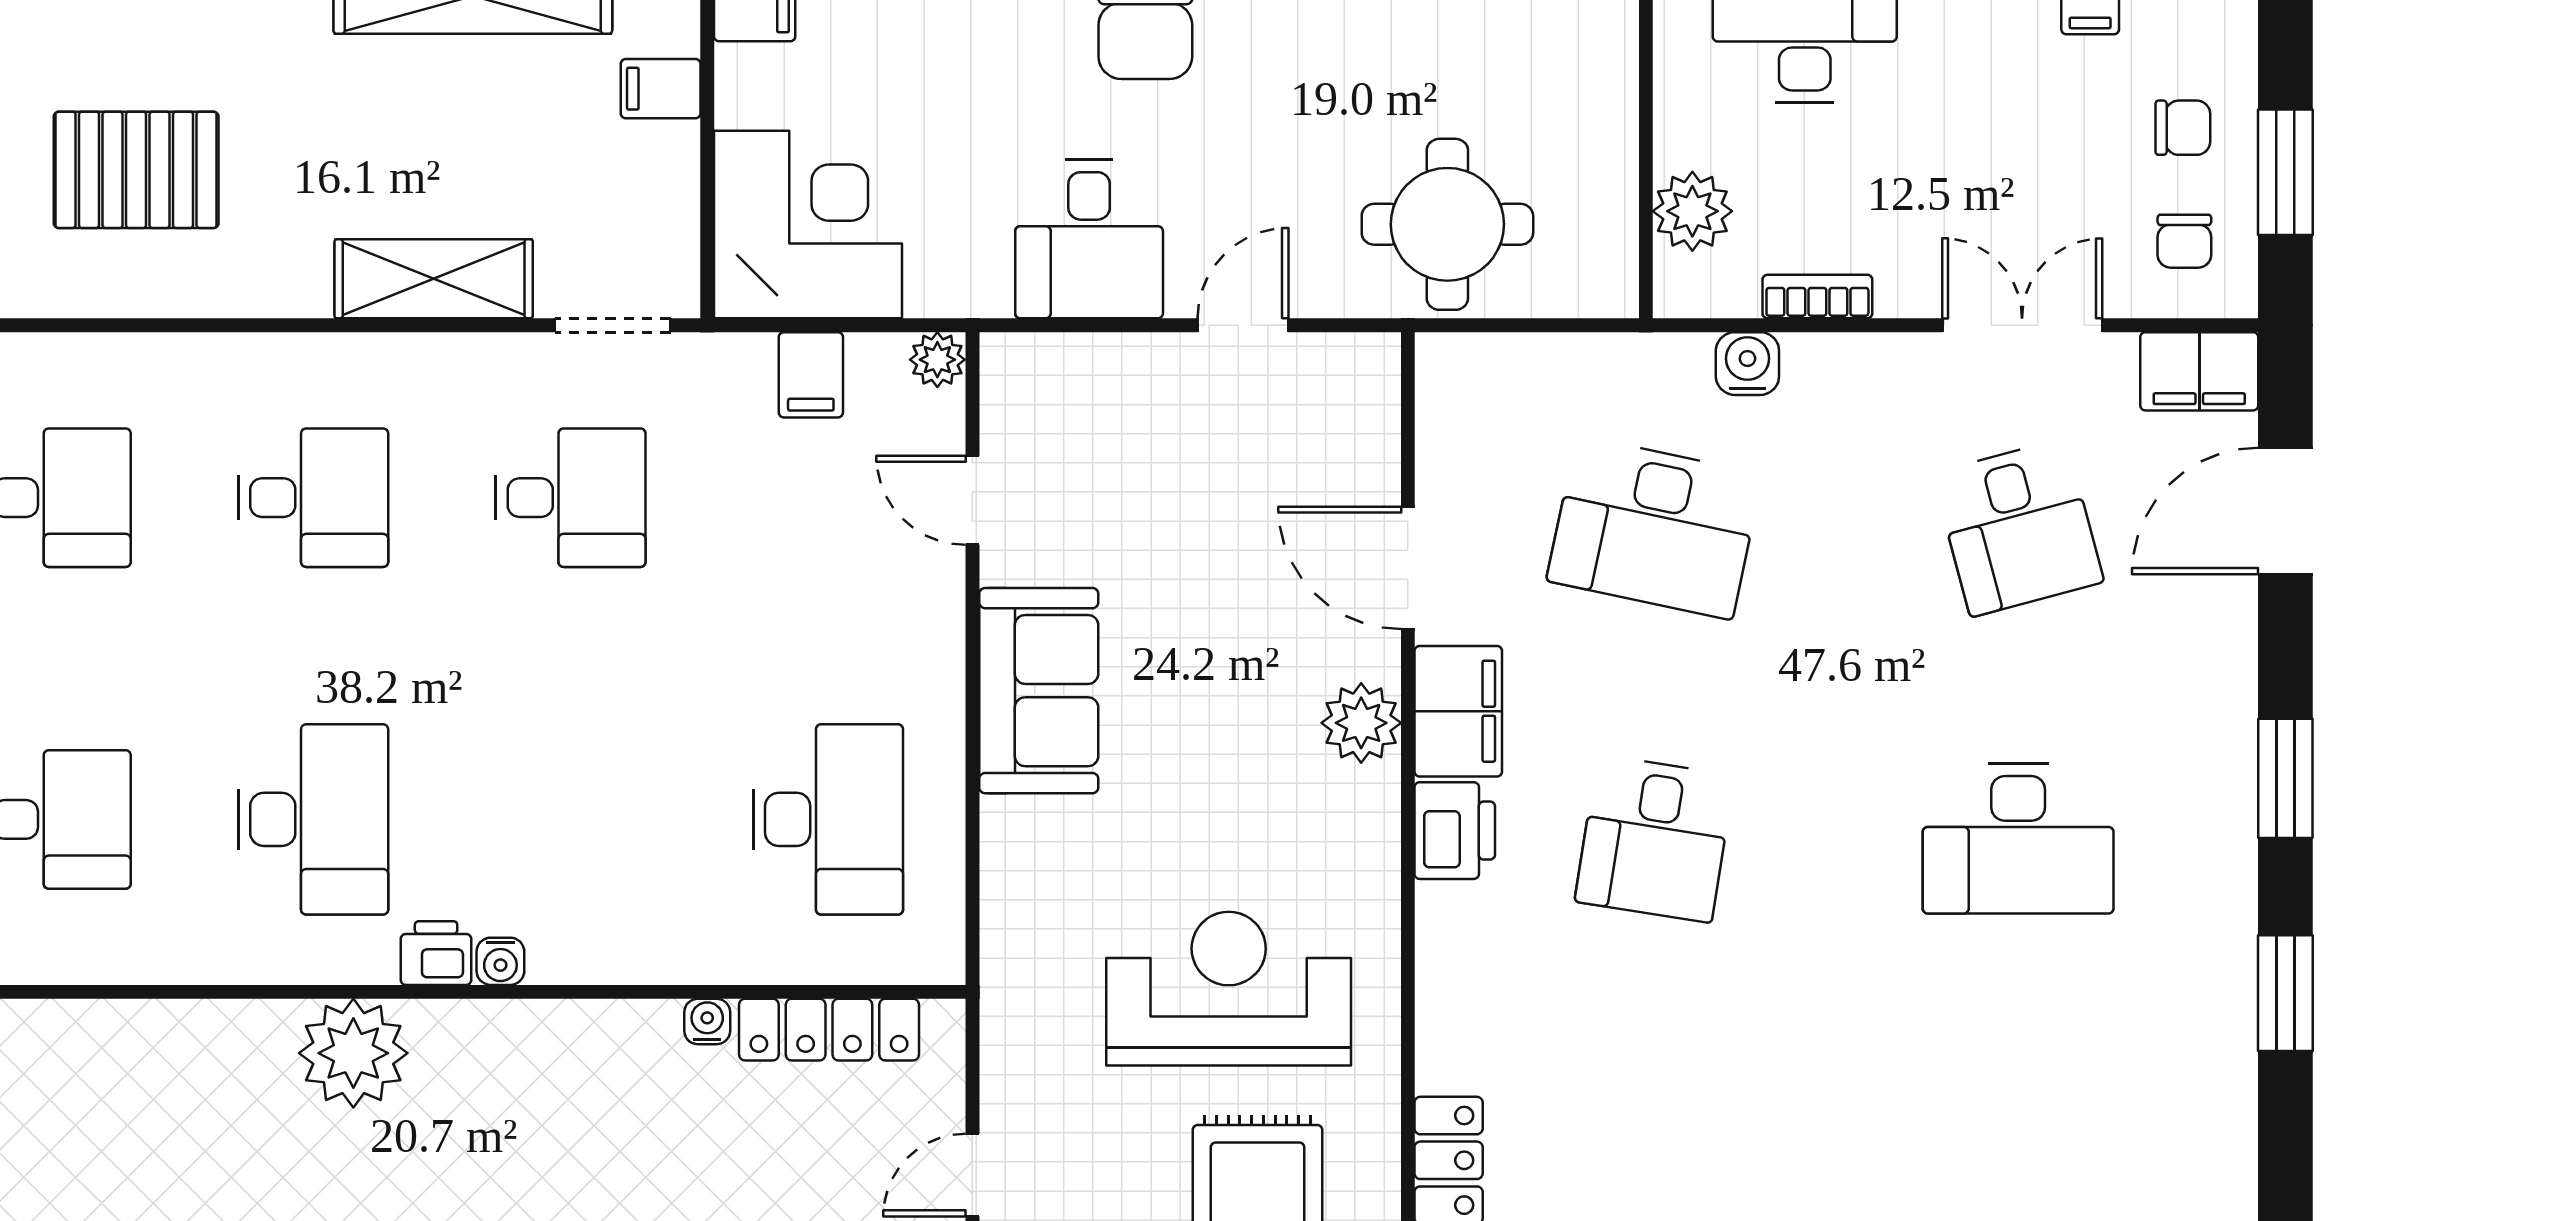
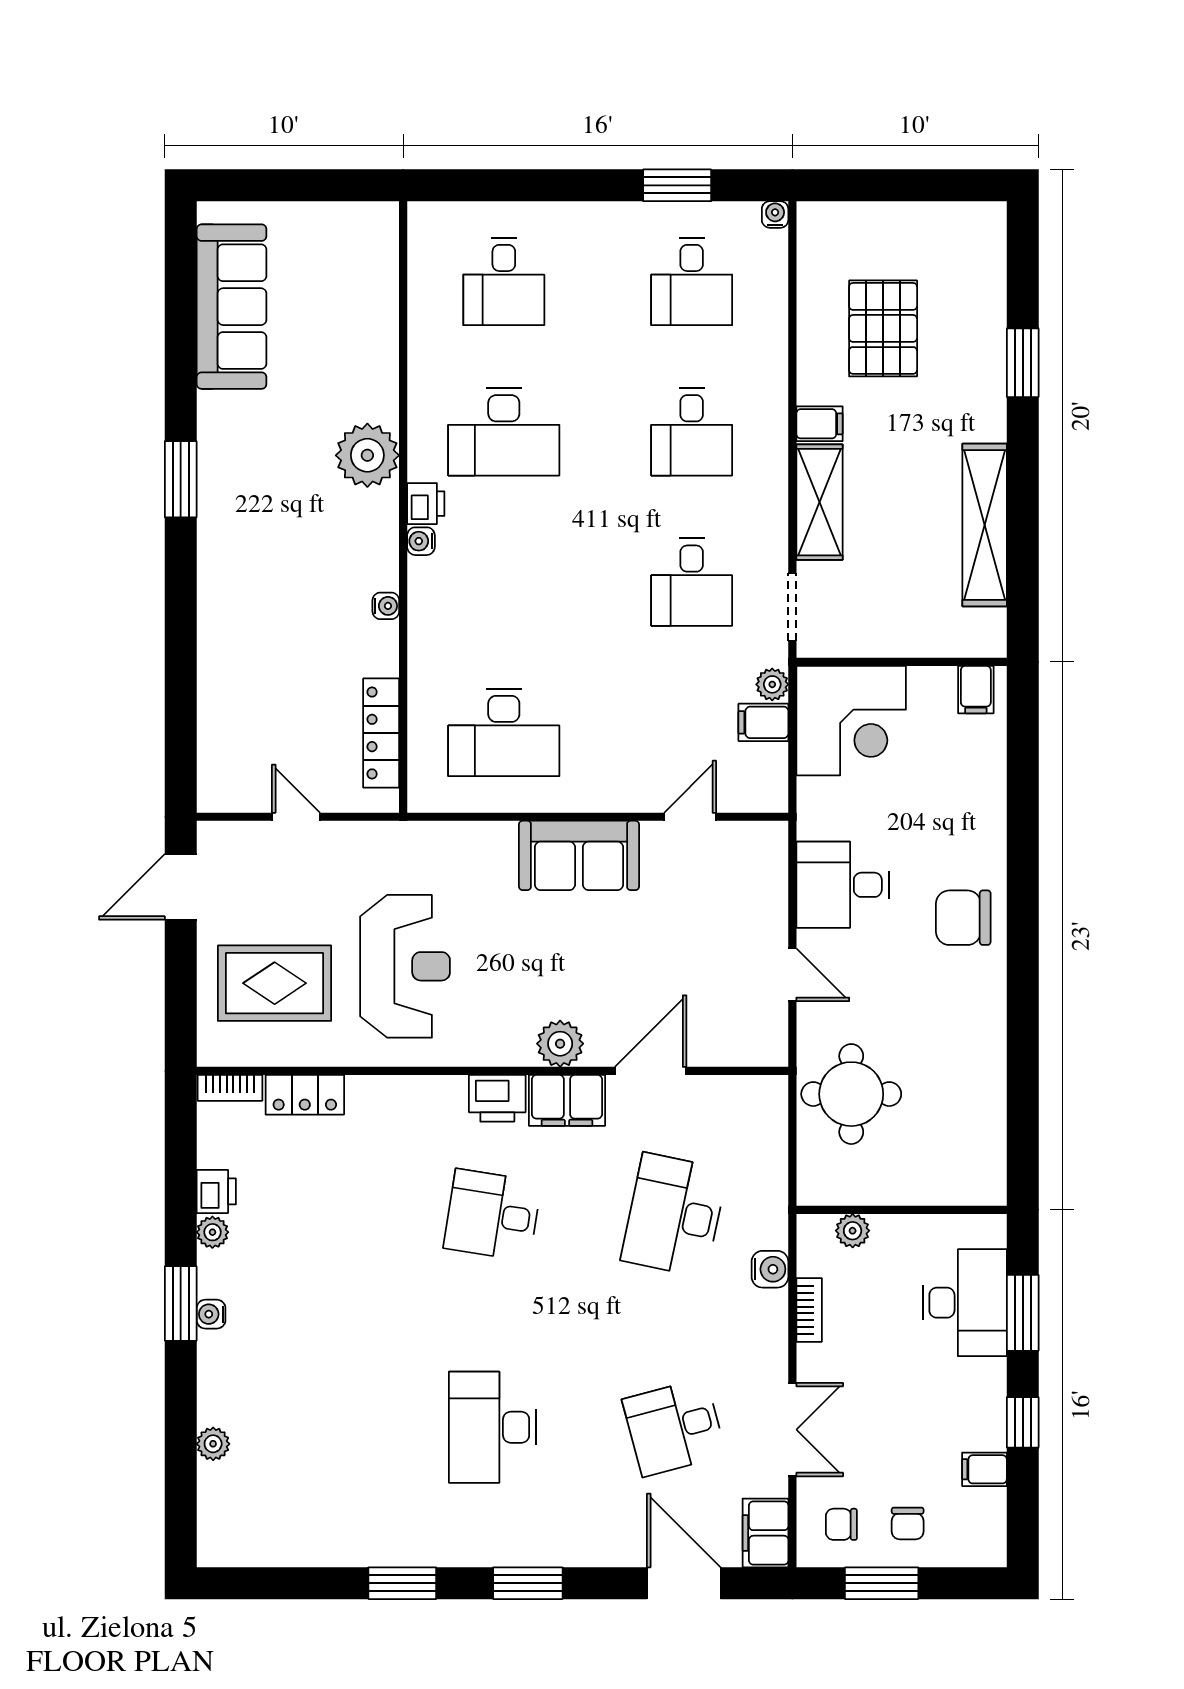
filing cabinet: (661, 89) -> (820, 424), moved, turned 90
plant: (1692, 211) -> (853, 1231), width x0.73, depth x0.73
plant: (937, 360) -> (772, 684), moved
water cooler: (707, 1022) -> (386, 606), moved

